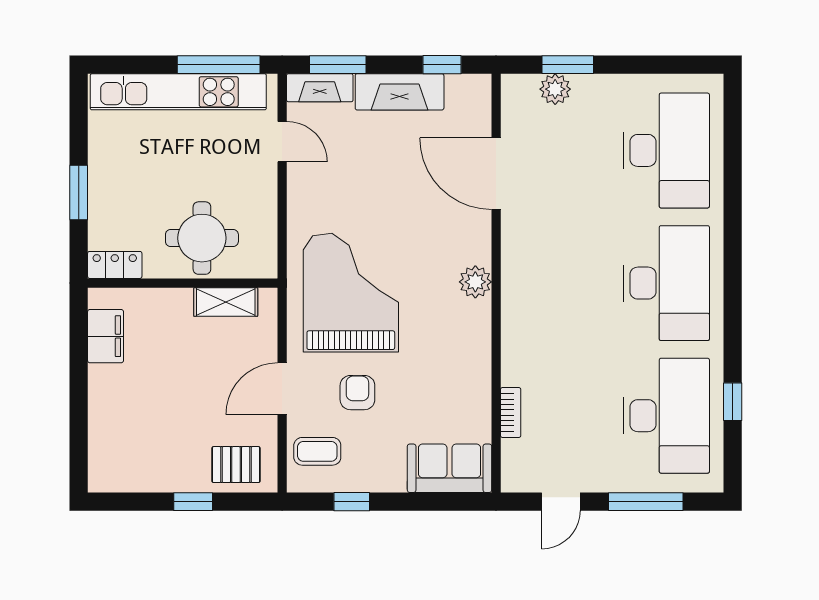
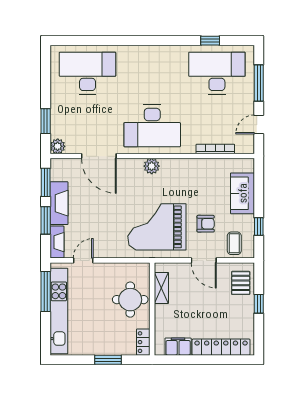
window: (338, 65) -> (46, 220), moved
window: (442, 65) -> (46, 182), width x1.50
plant: (555, 89) -> (58, 146), moved
door: (496, 174) -> (99, 156), hinge flipped
desk: (666, 283) -> (152, 126), moved, turned 180
armchair: (357, 393) -> (206, 224), turned 180
bookcase: (511, 412) -> (215, 149), width x1.56
locker: (104, 424) -> (221, 347), added
sofa: (450, 468) -> (243, 193), moved
door: (561, 502) -> (259, 124), swing flipped

